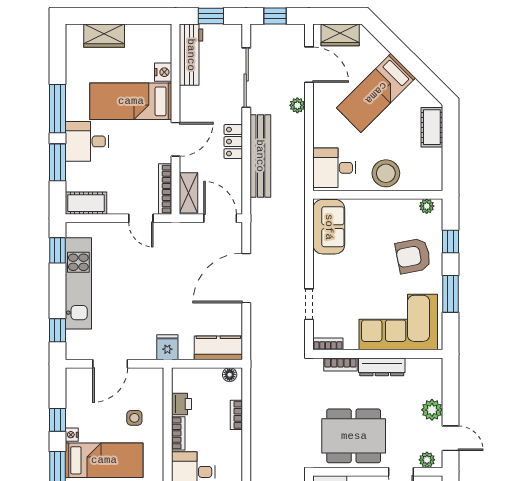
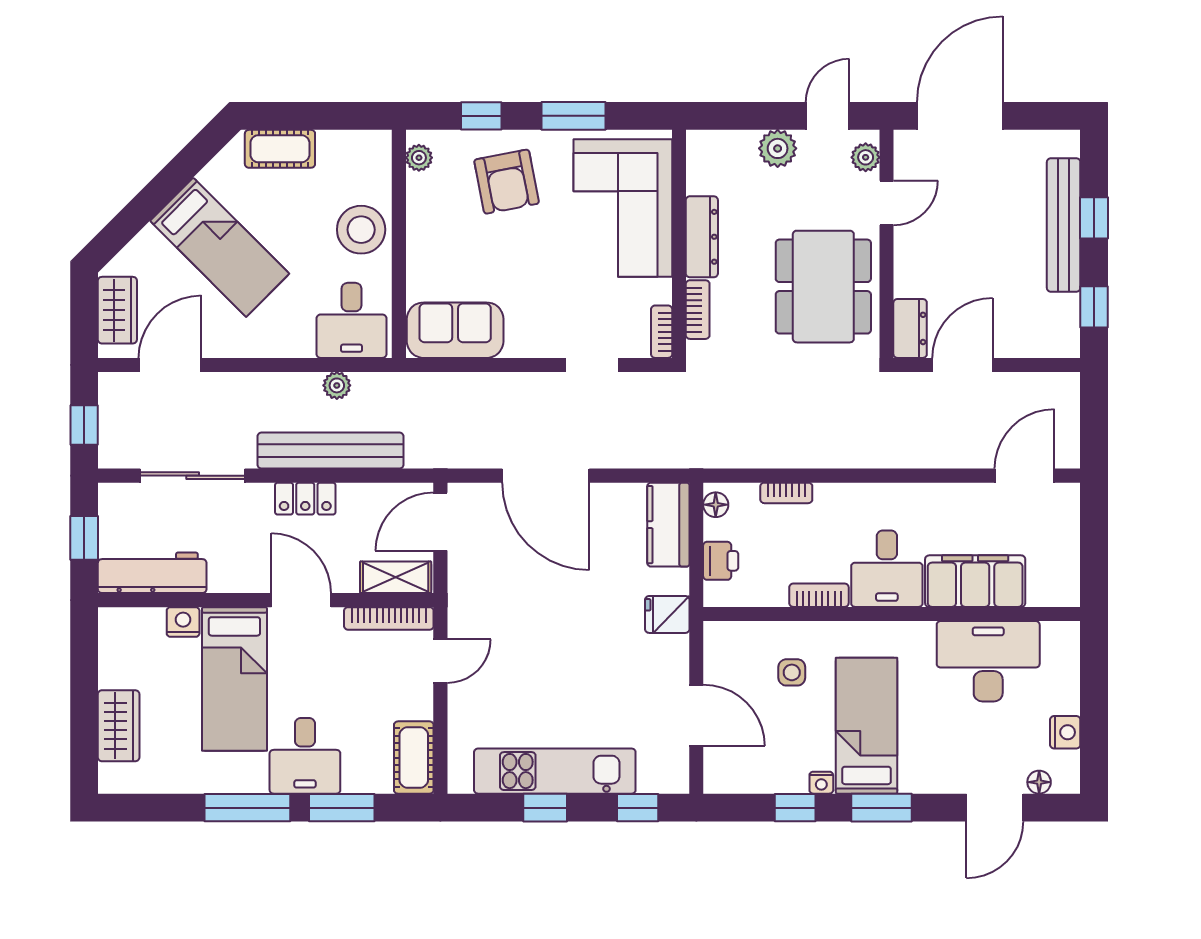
plant: (297, 105) -> (337, 385), moved
window: (58, 250) -> (545, 808), moved
printer: (181, 404) -> (721, 561), moved, turned 90

